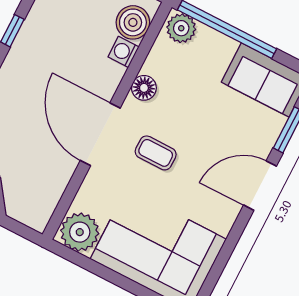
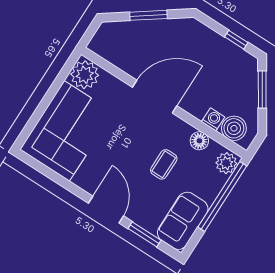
floor lamp: (144, 88) -> (199, 141), moved
coffee table: (156, 153) -> (164, 164), moved

